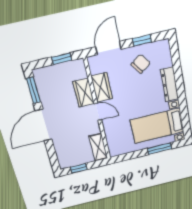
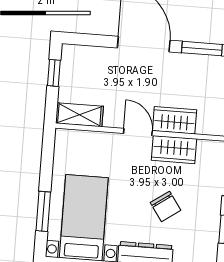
chair: (141, 64) -> (165, 206), moved
door: (98, 112) -> (138, 132), swing flipped

